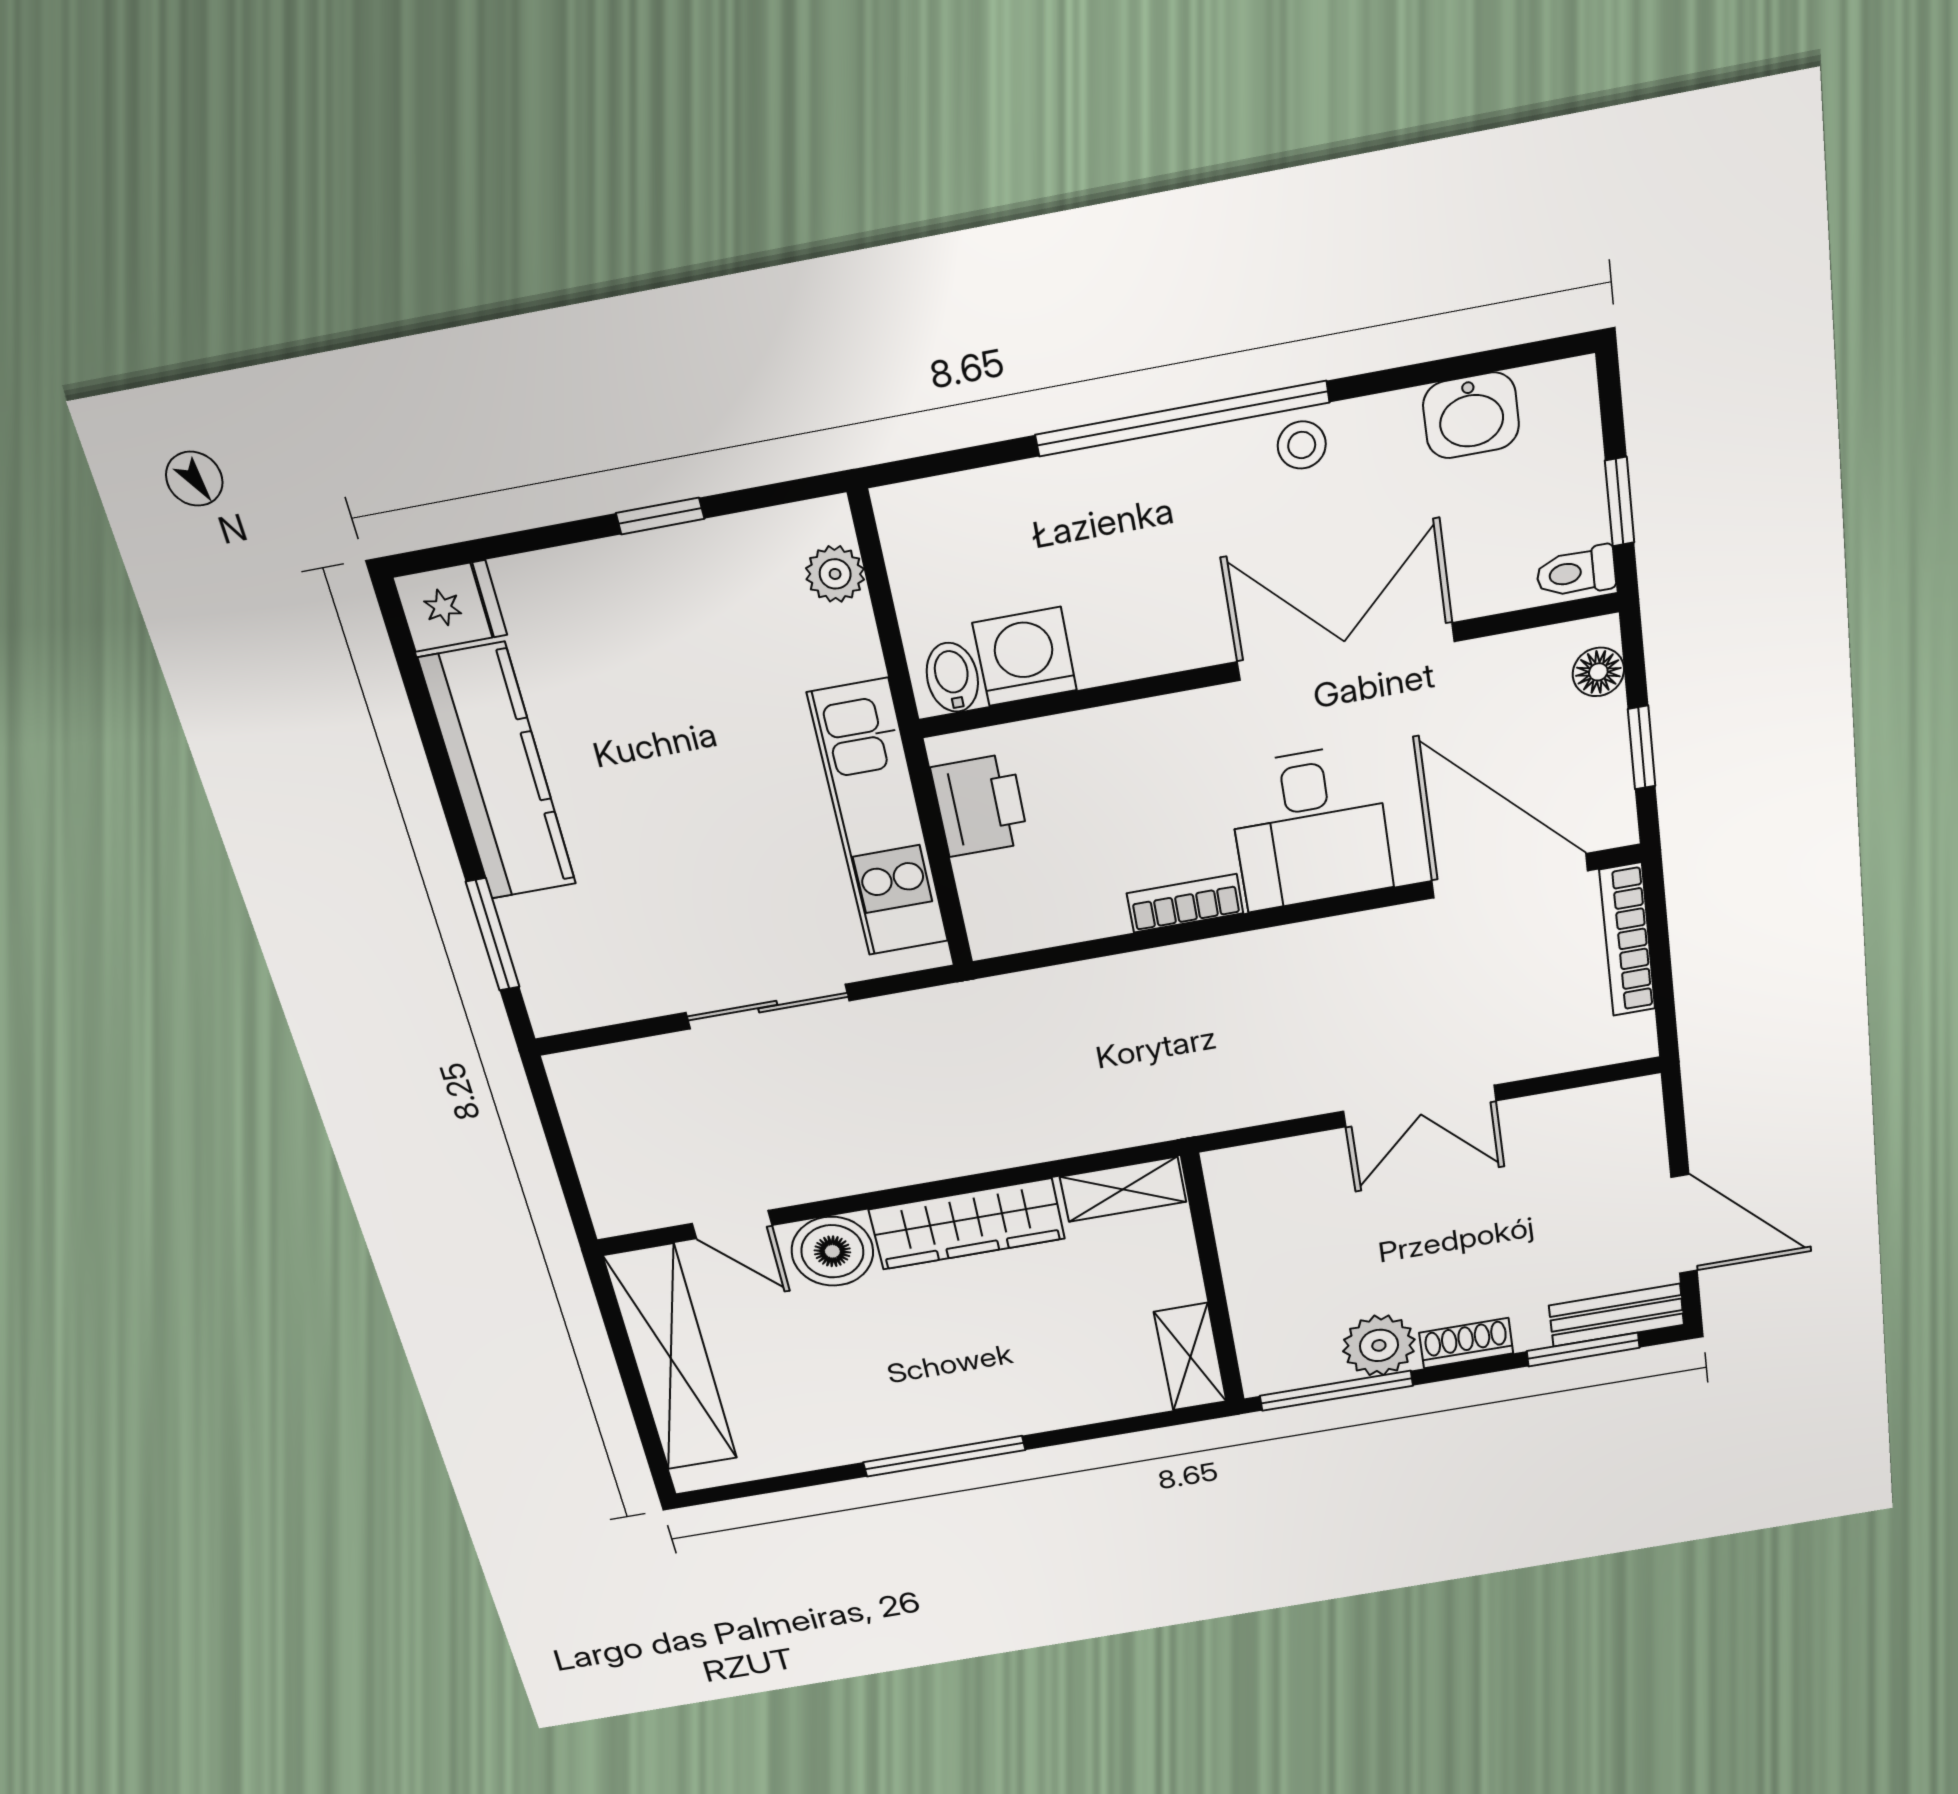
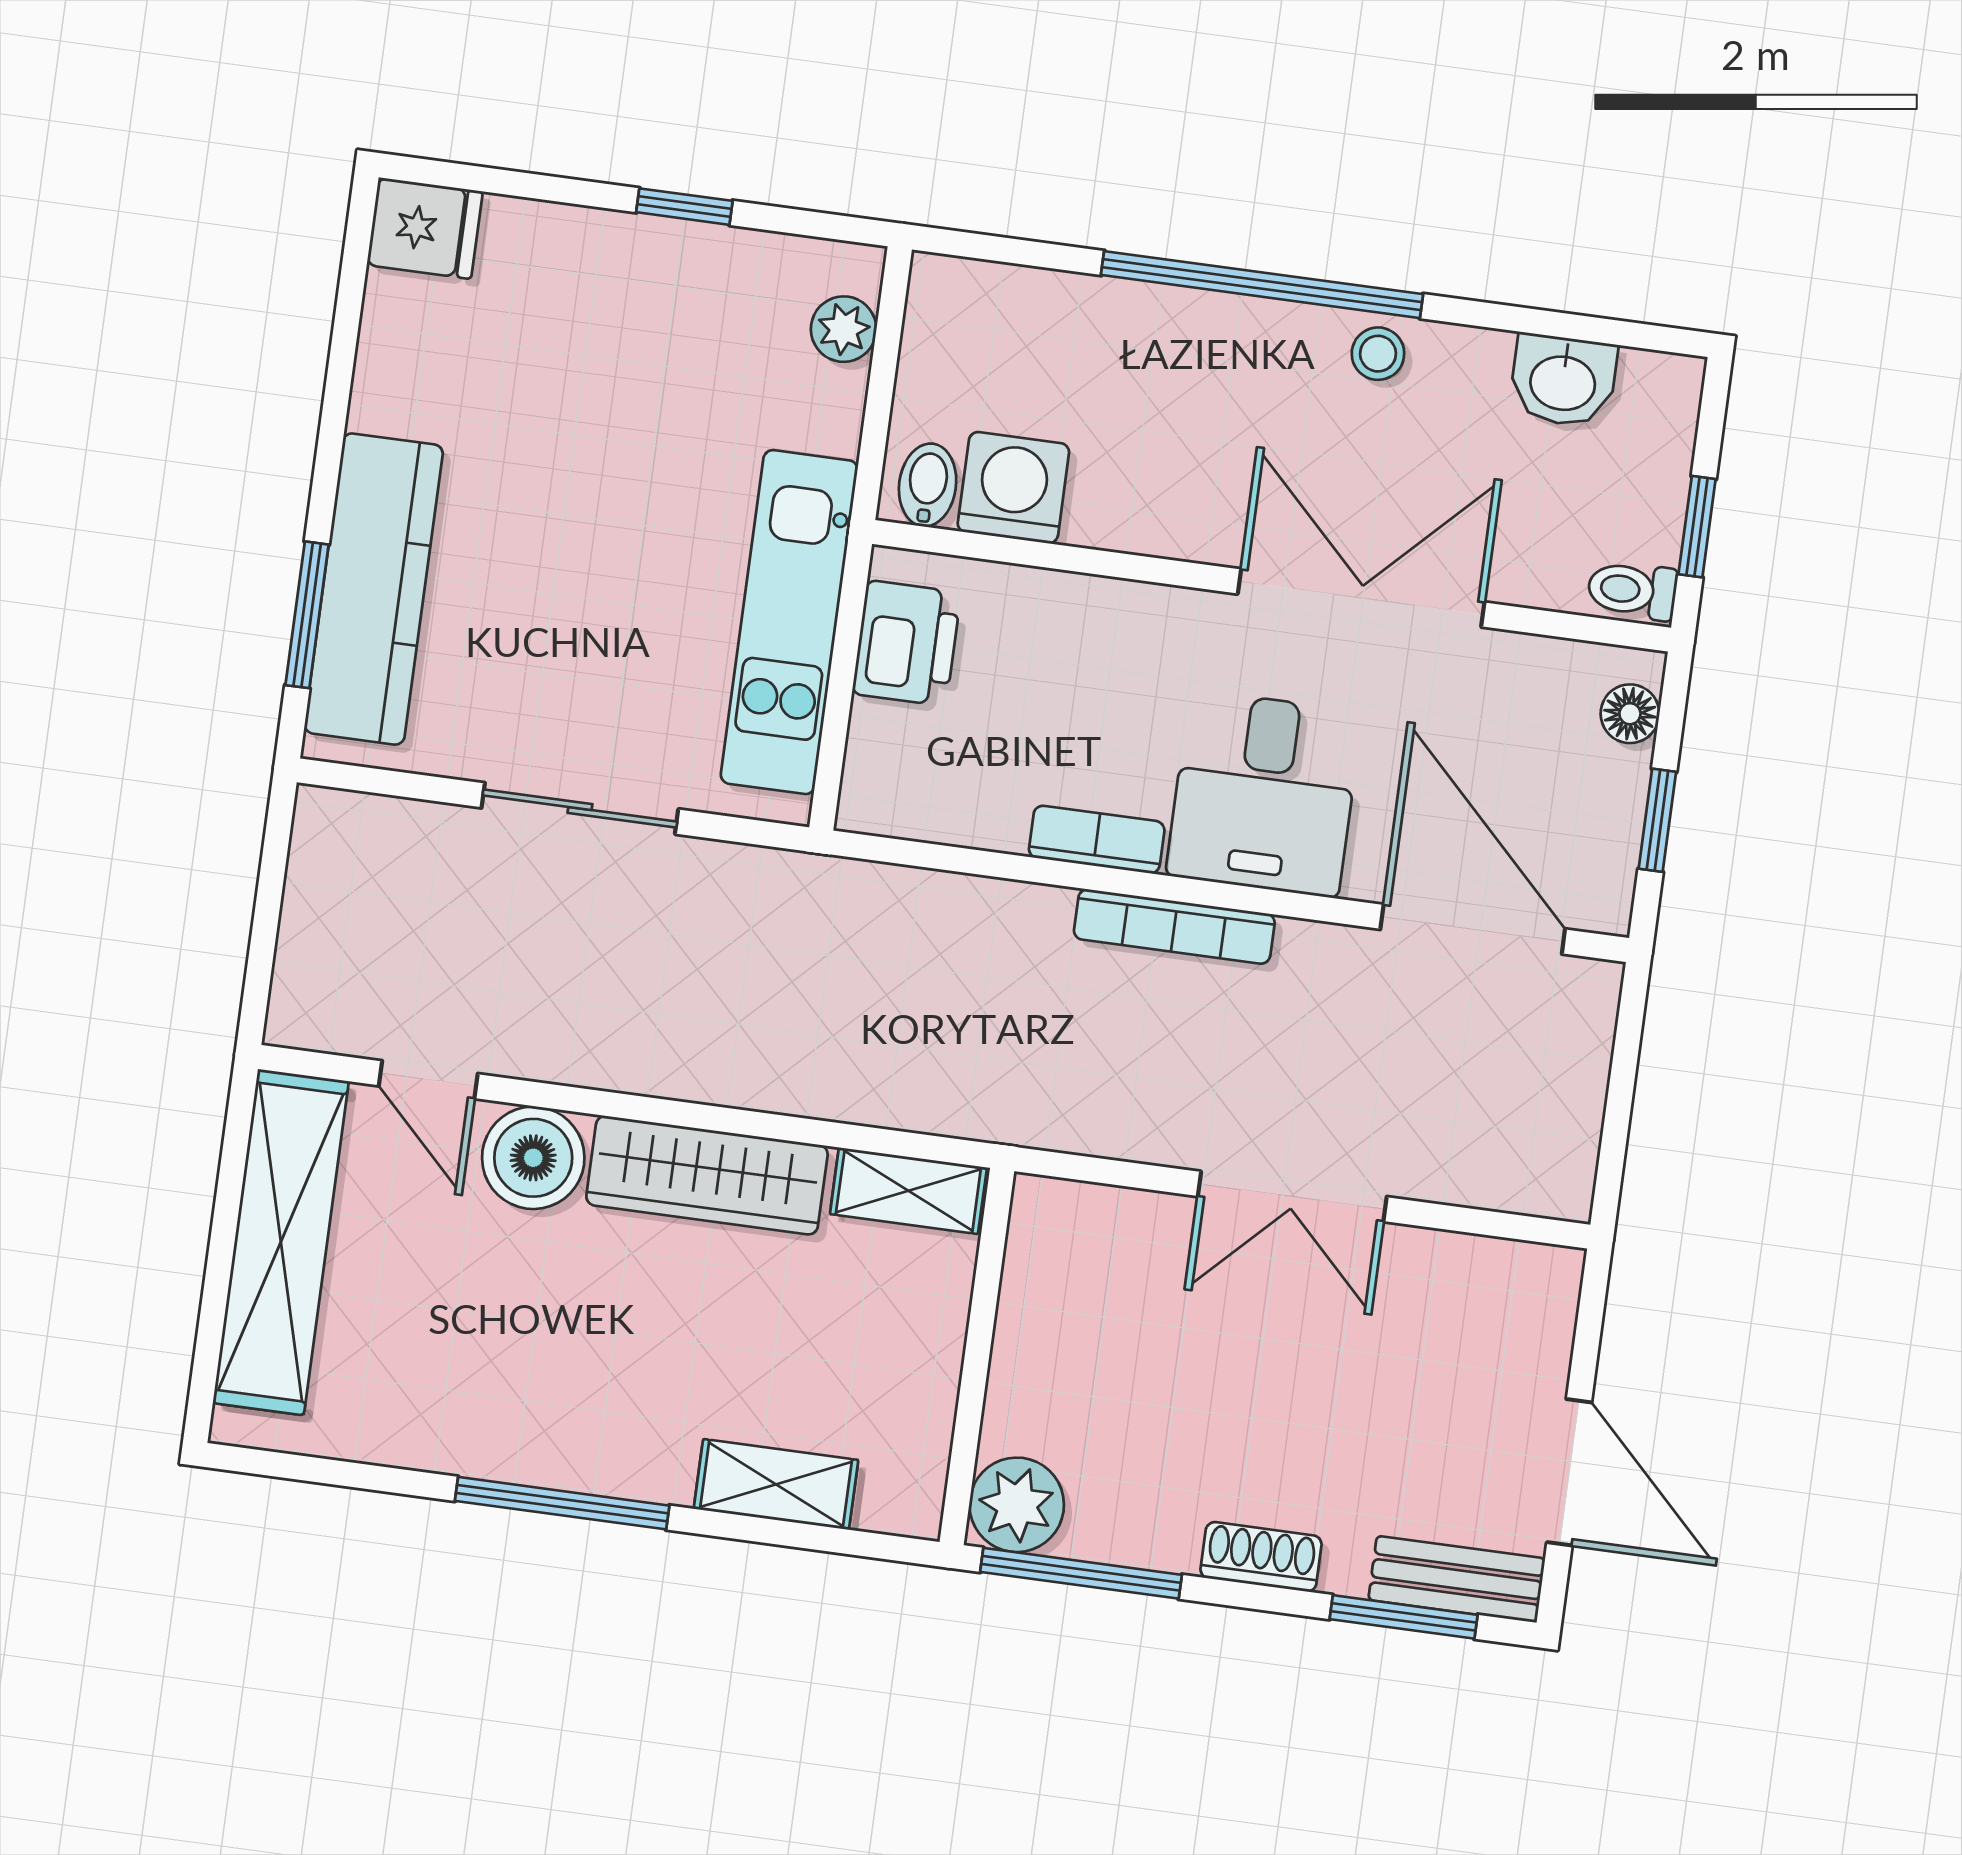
kitchen counter: (498, 773) -> (374, 589), moved
bookcase: (1627, 940) -> (1174, 927), moved, turned -90
plant: (1379, 1345) -> (1017, 1505), moved
shelving: (1190, 1357) -> (776, 1484), moved, turned 90

